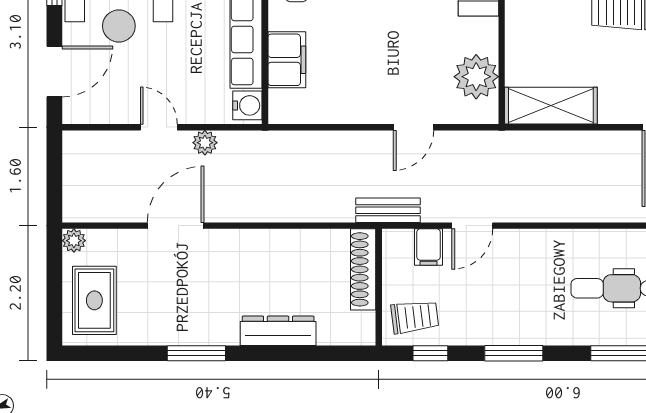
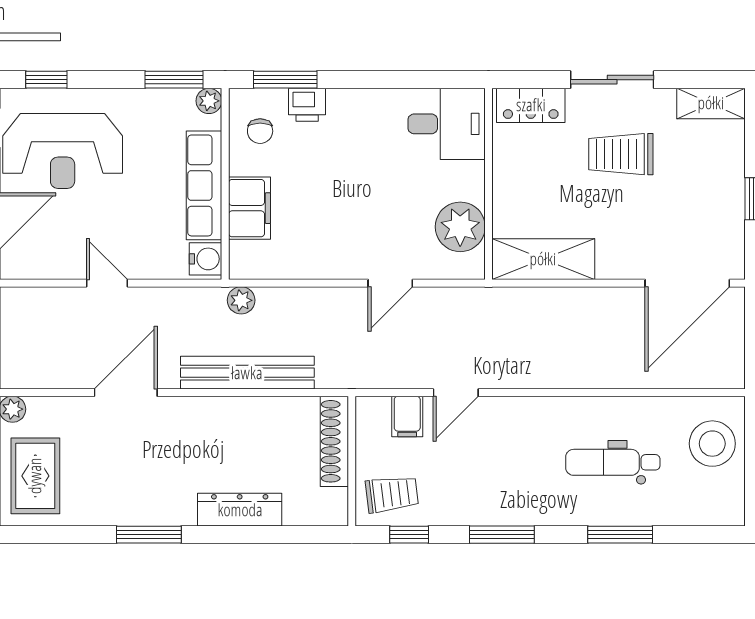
plant: (205, 143) -> (241, 300), moved
bench: (388, 210) -> (247, 373), moved, width x1.86, depth x1.21

